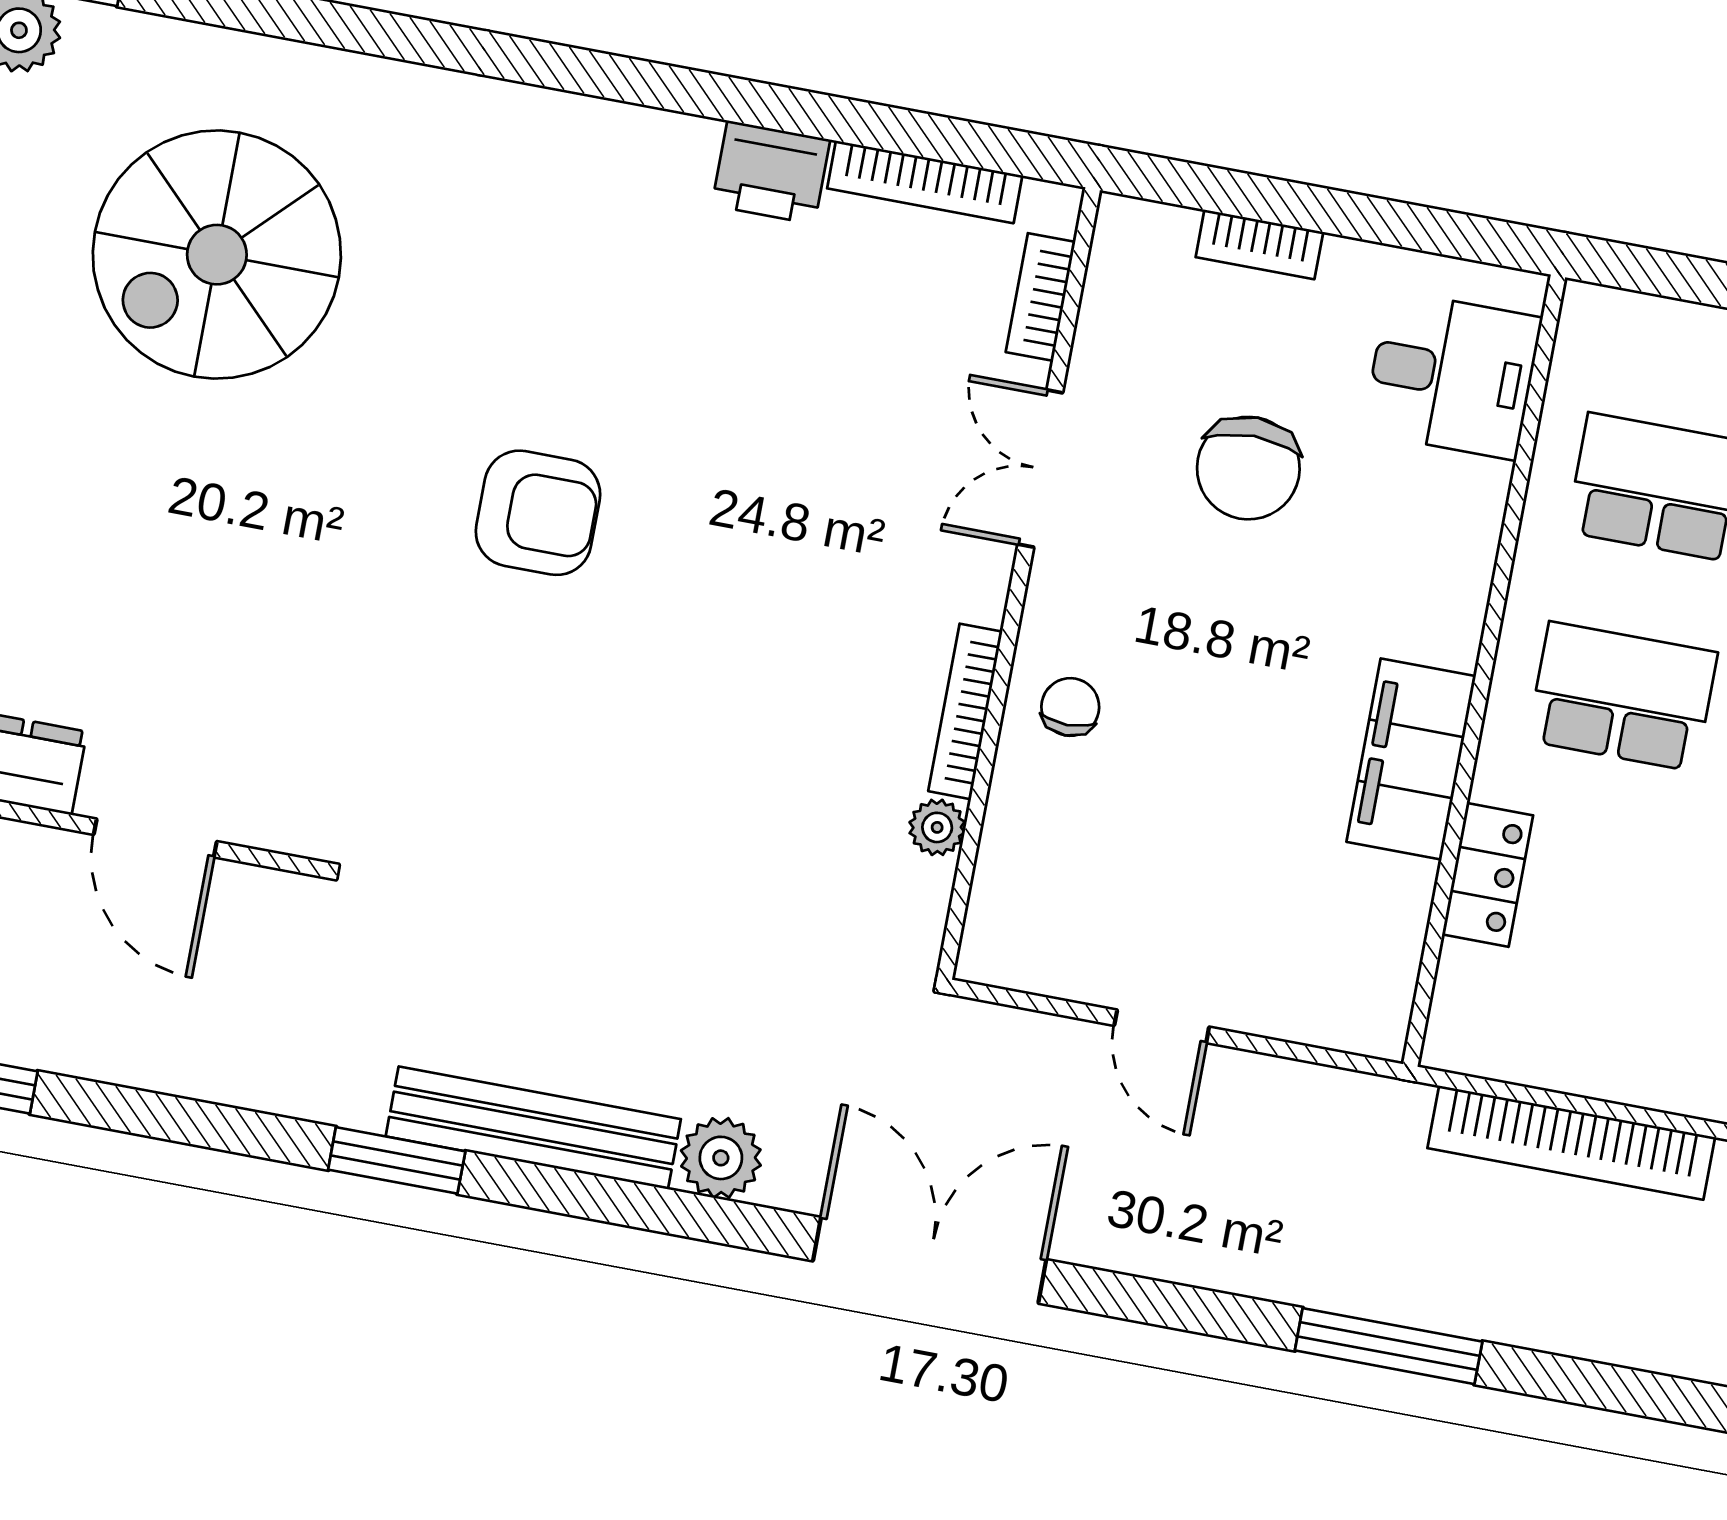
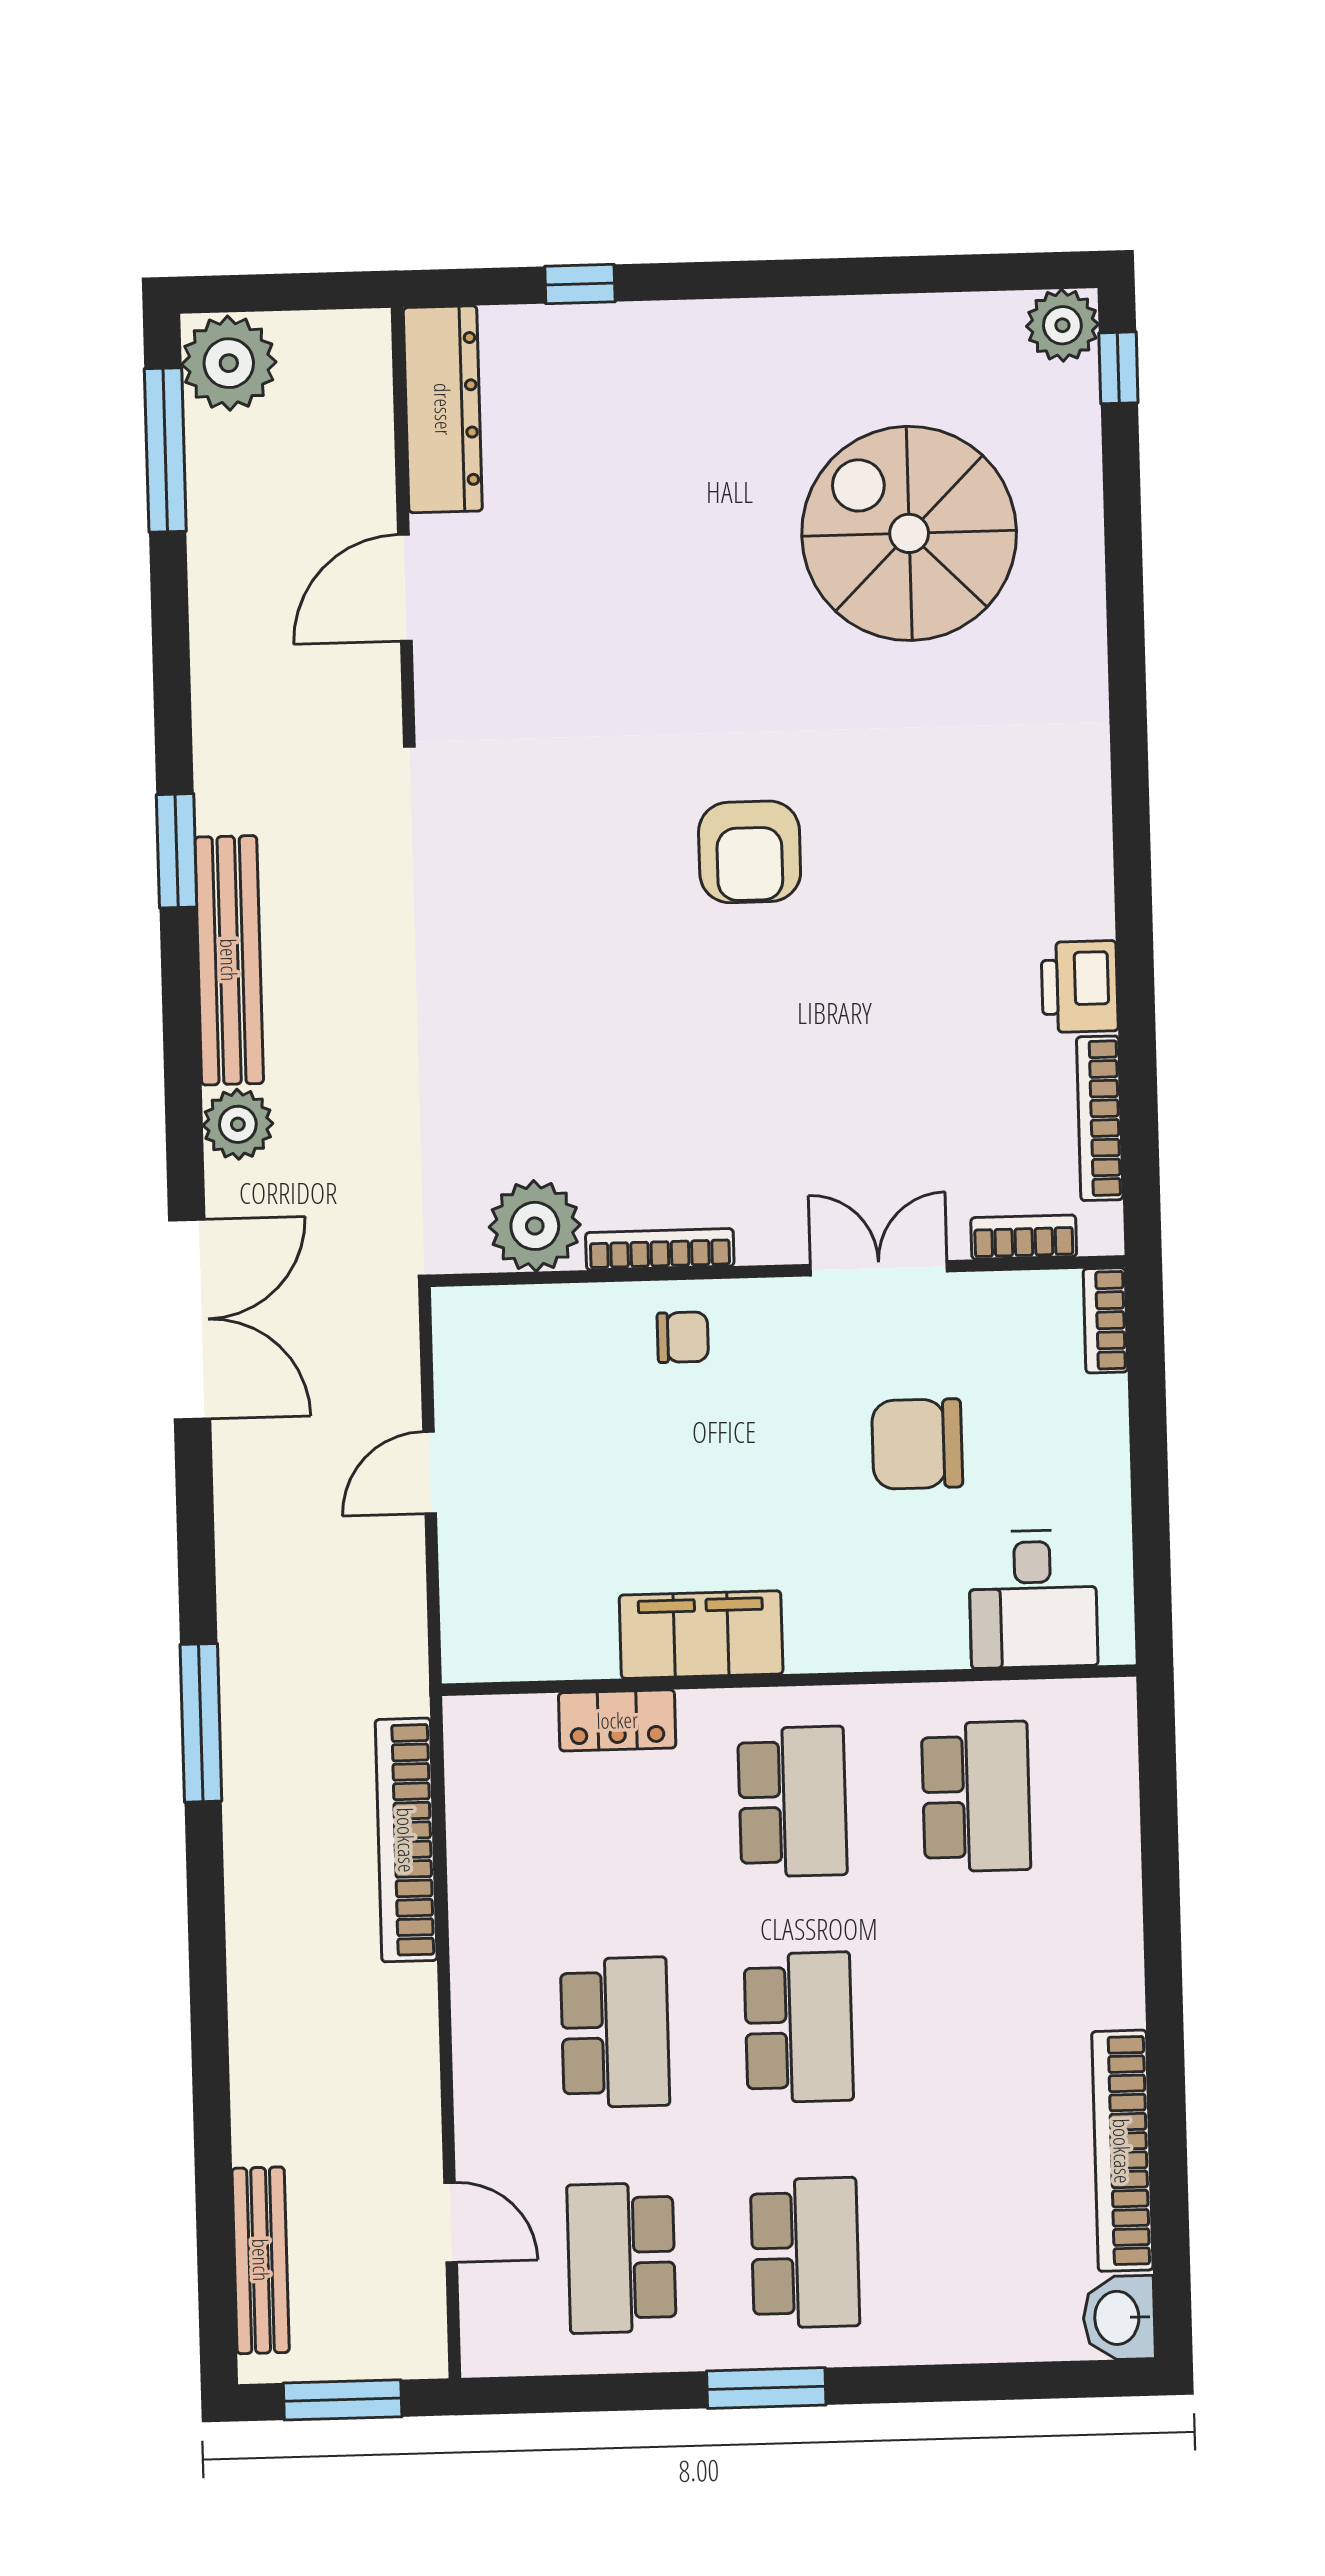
bookcase: (1259, 244) -> (1105, 1320), moved
plant: (937, 827) -> (535, 1226), width x1.88, depth x1.88

